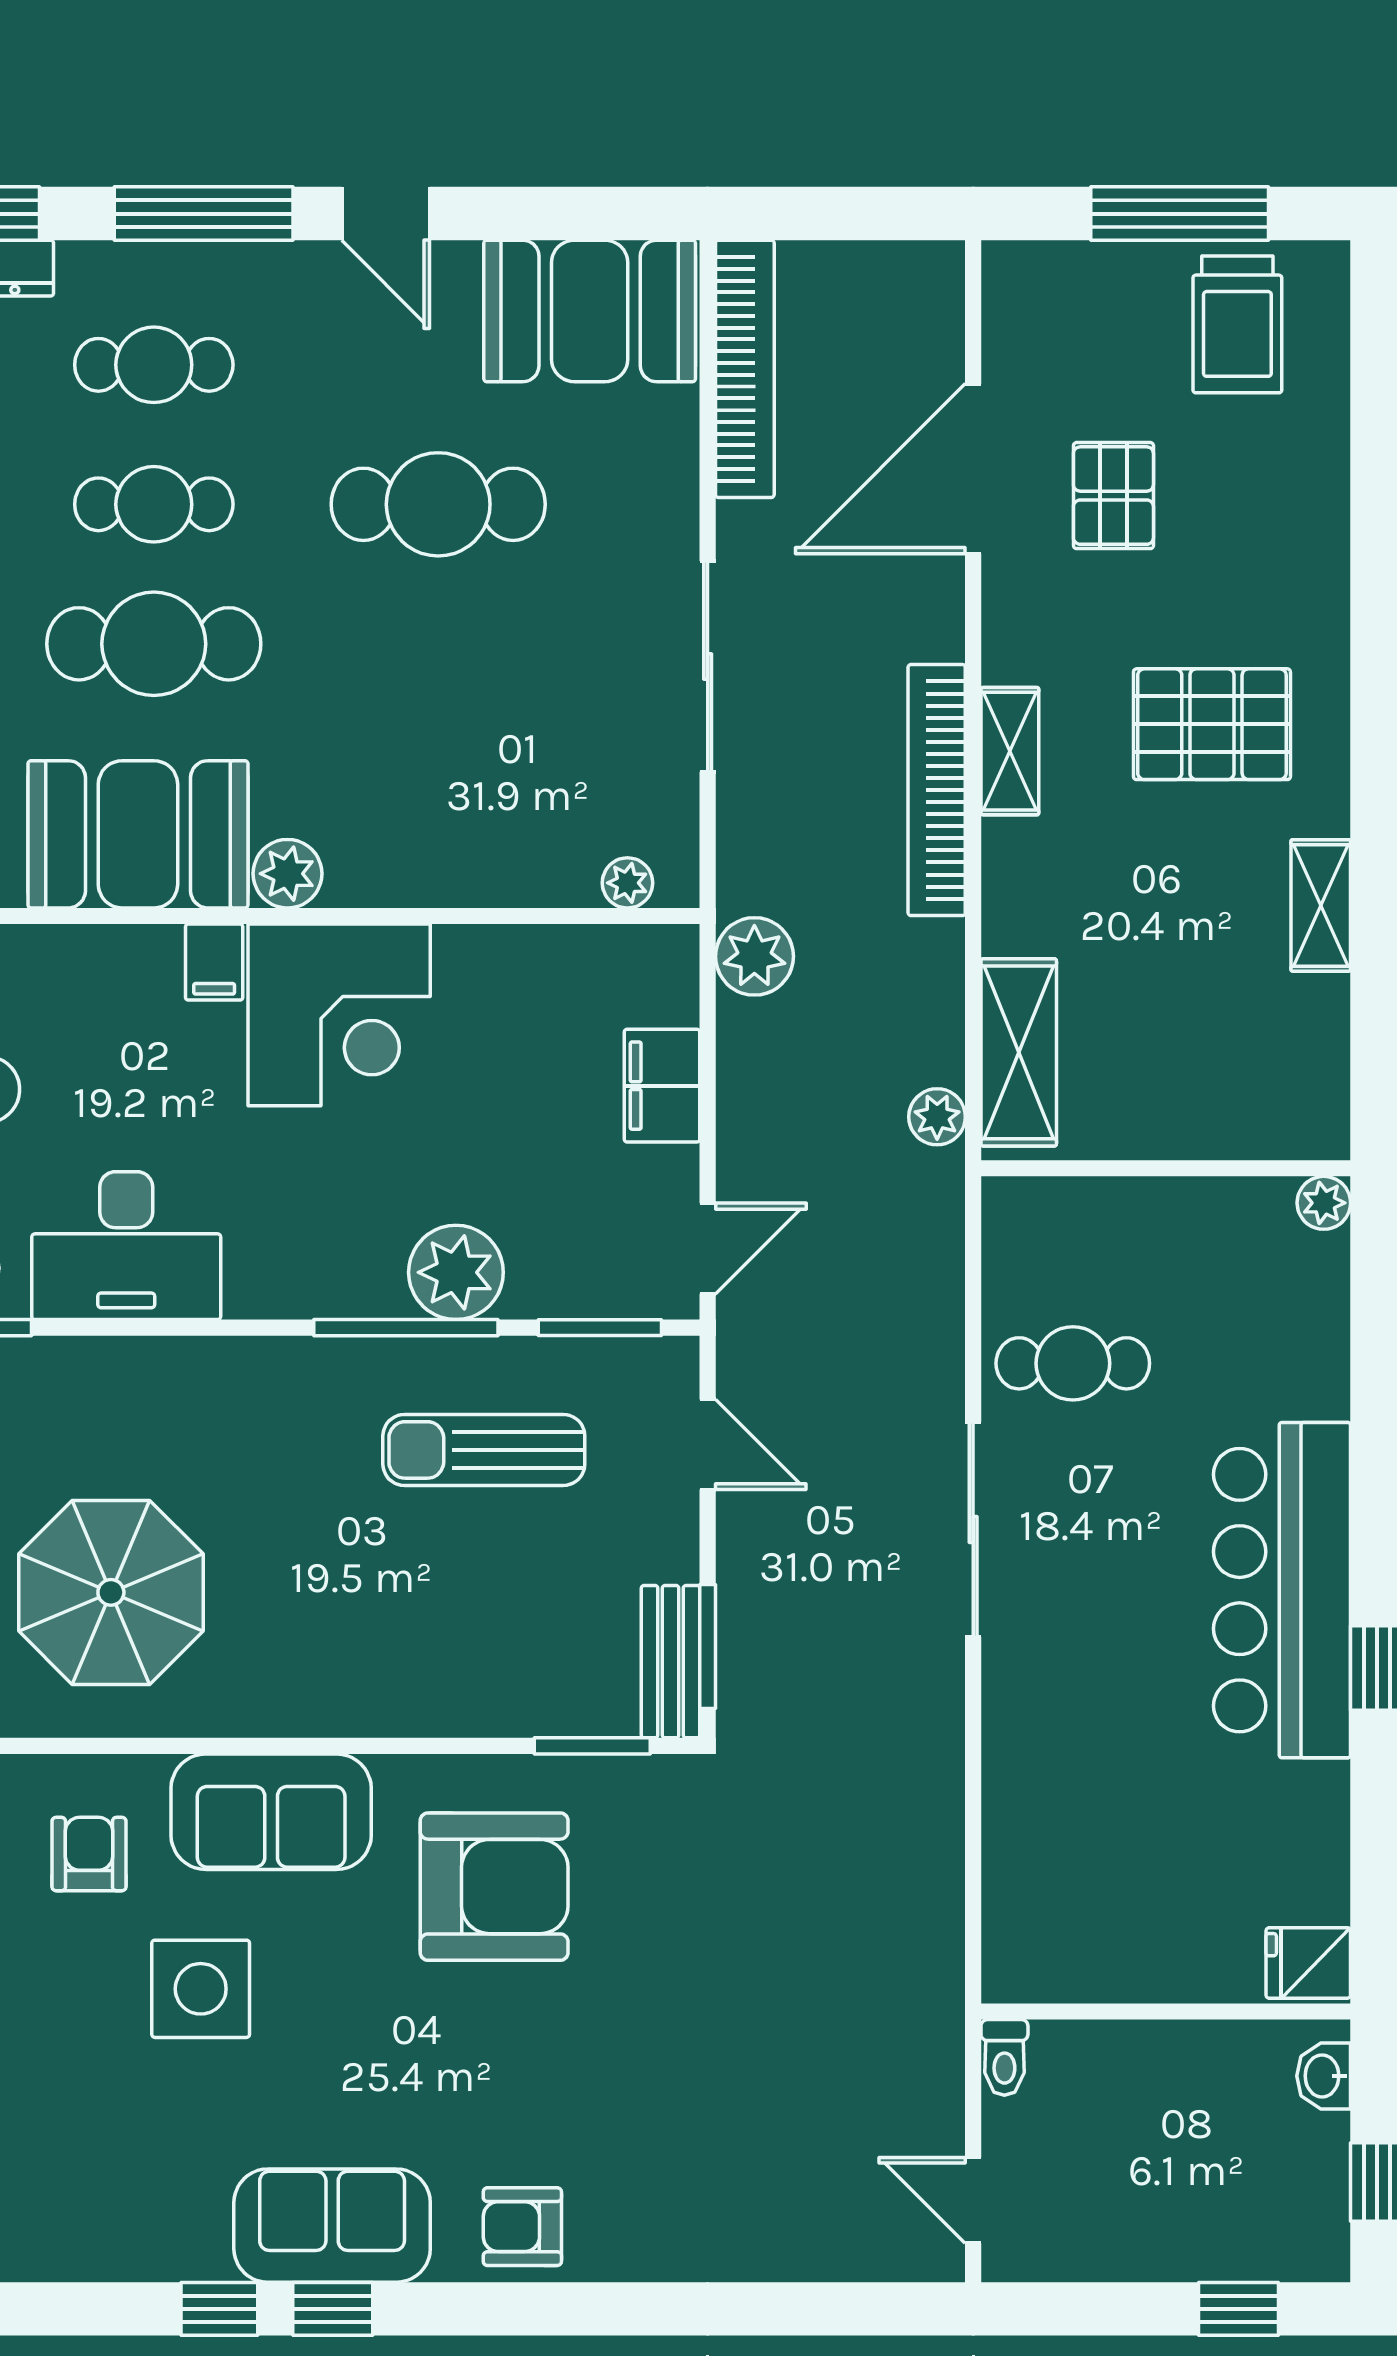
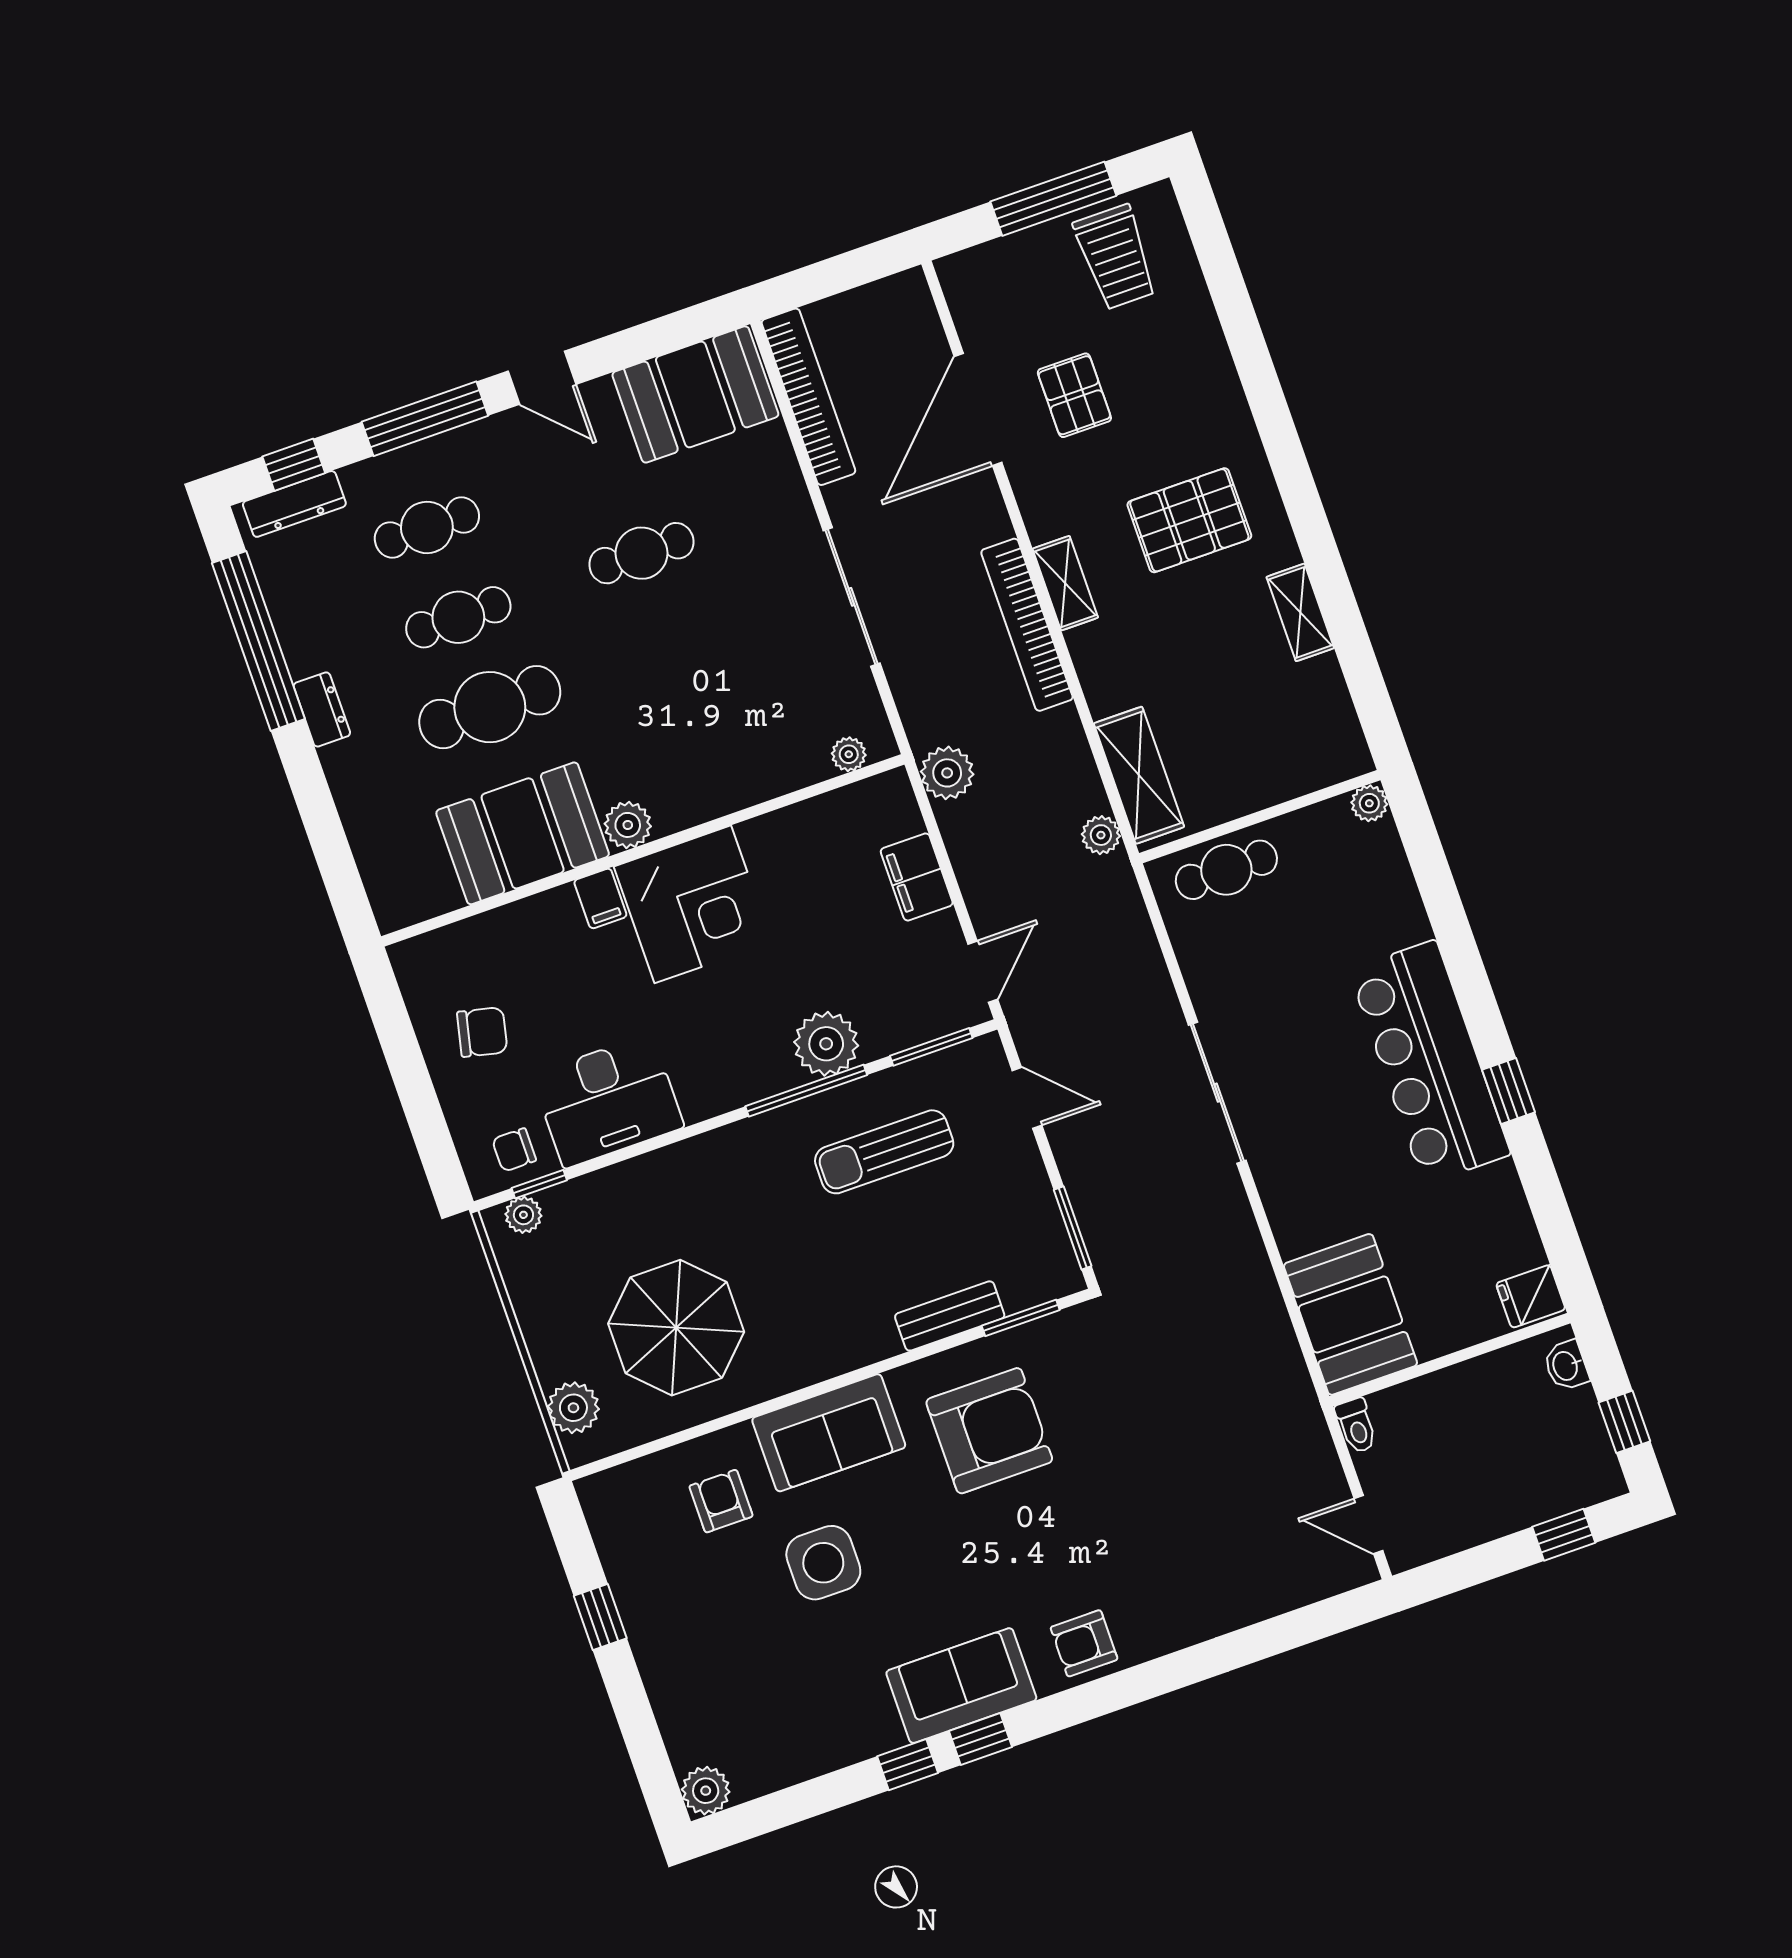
cafe table: (438, 504) -> (641, 553), width x0.73, depth x0.74
cafe table: (1073, 1363) -> (1226, 870), moved
bench: (671, 1662) -> (950, 1316), moved, turned 90
booth: (1050, 1901) -> (1350, 1314), added

